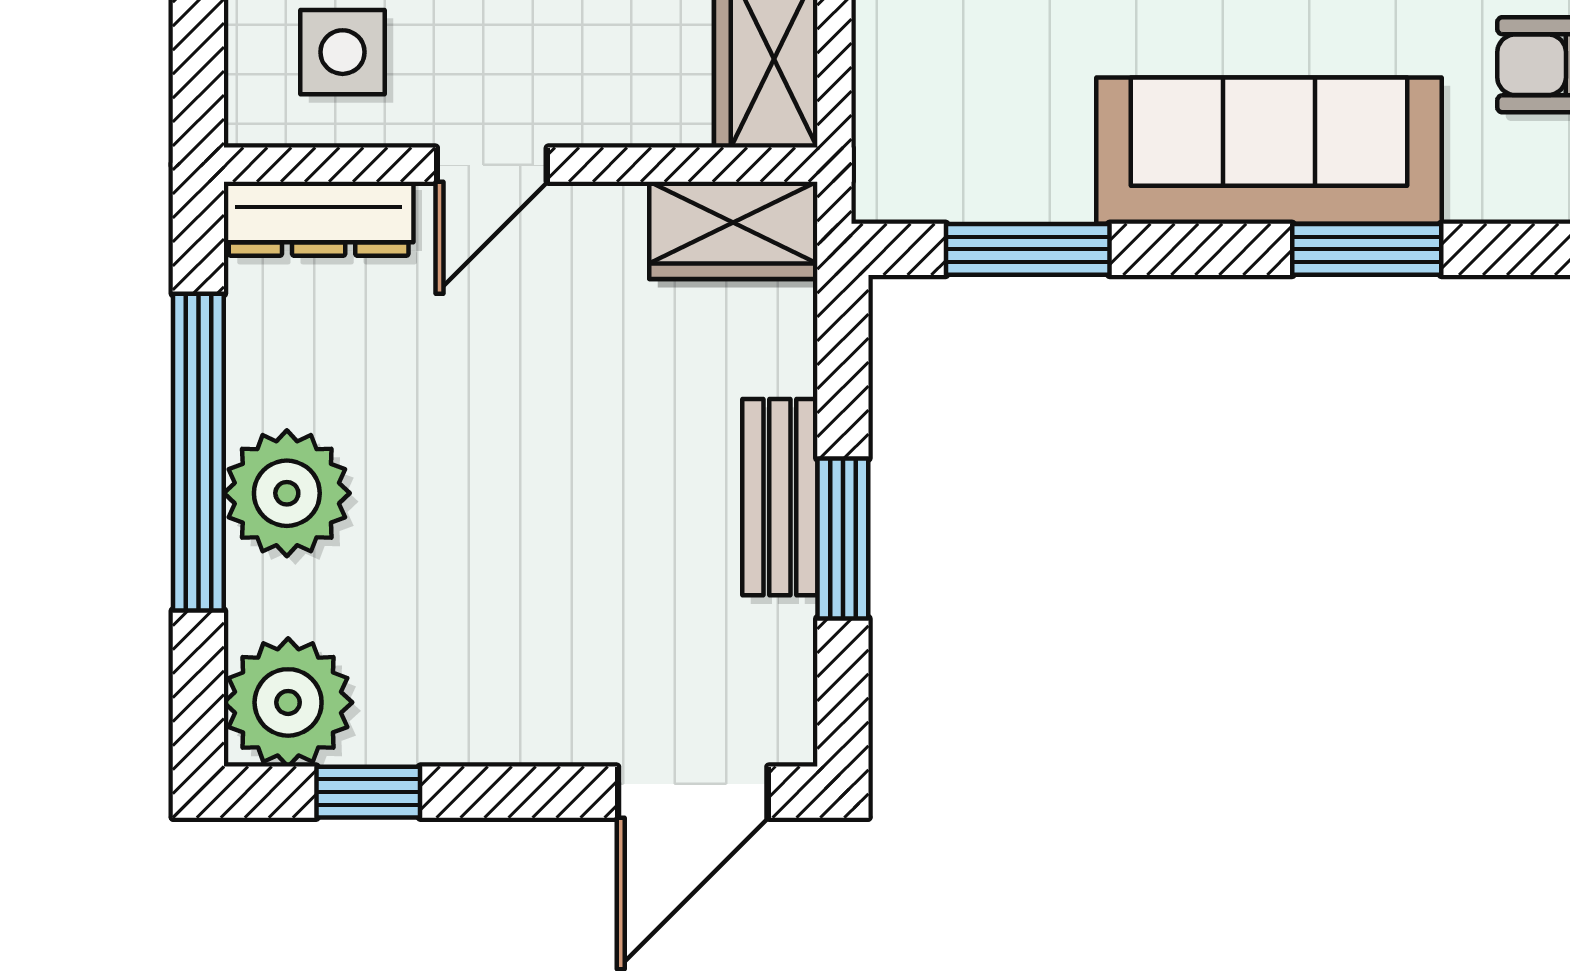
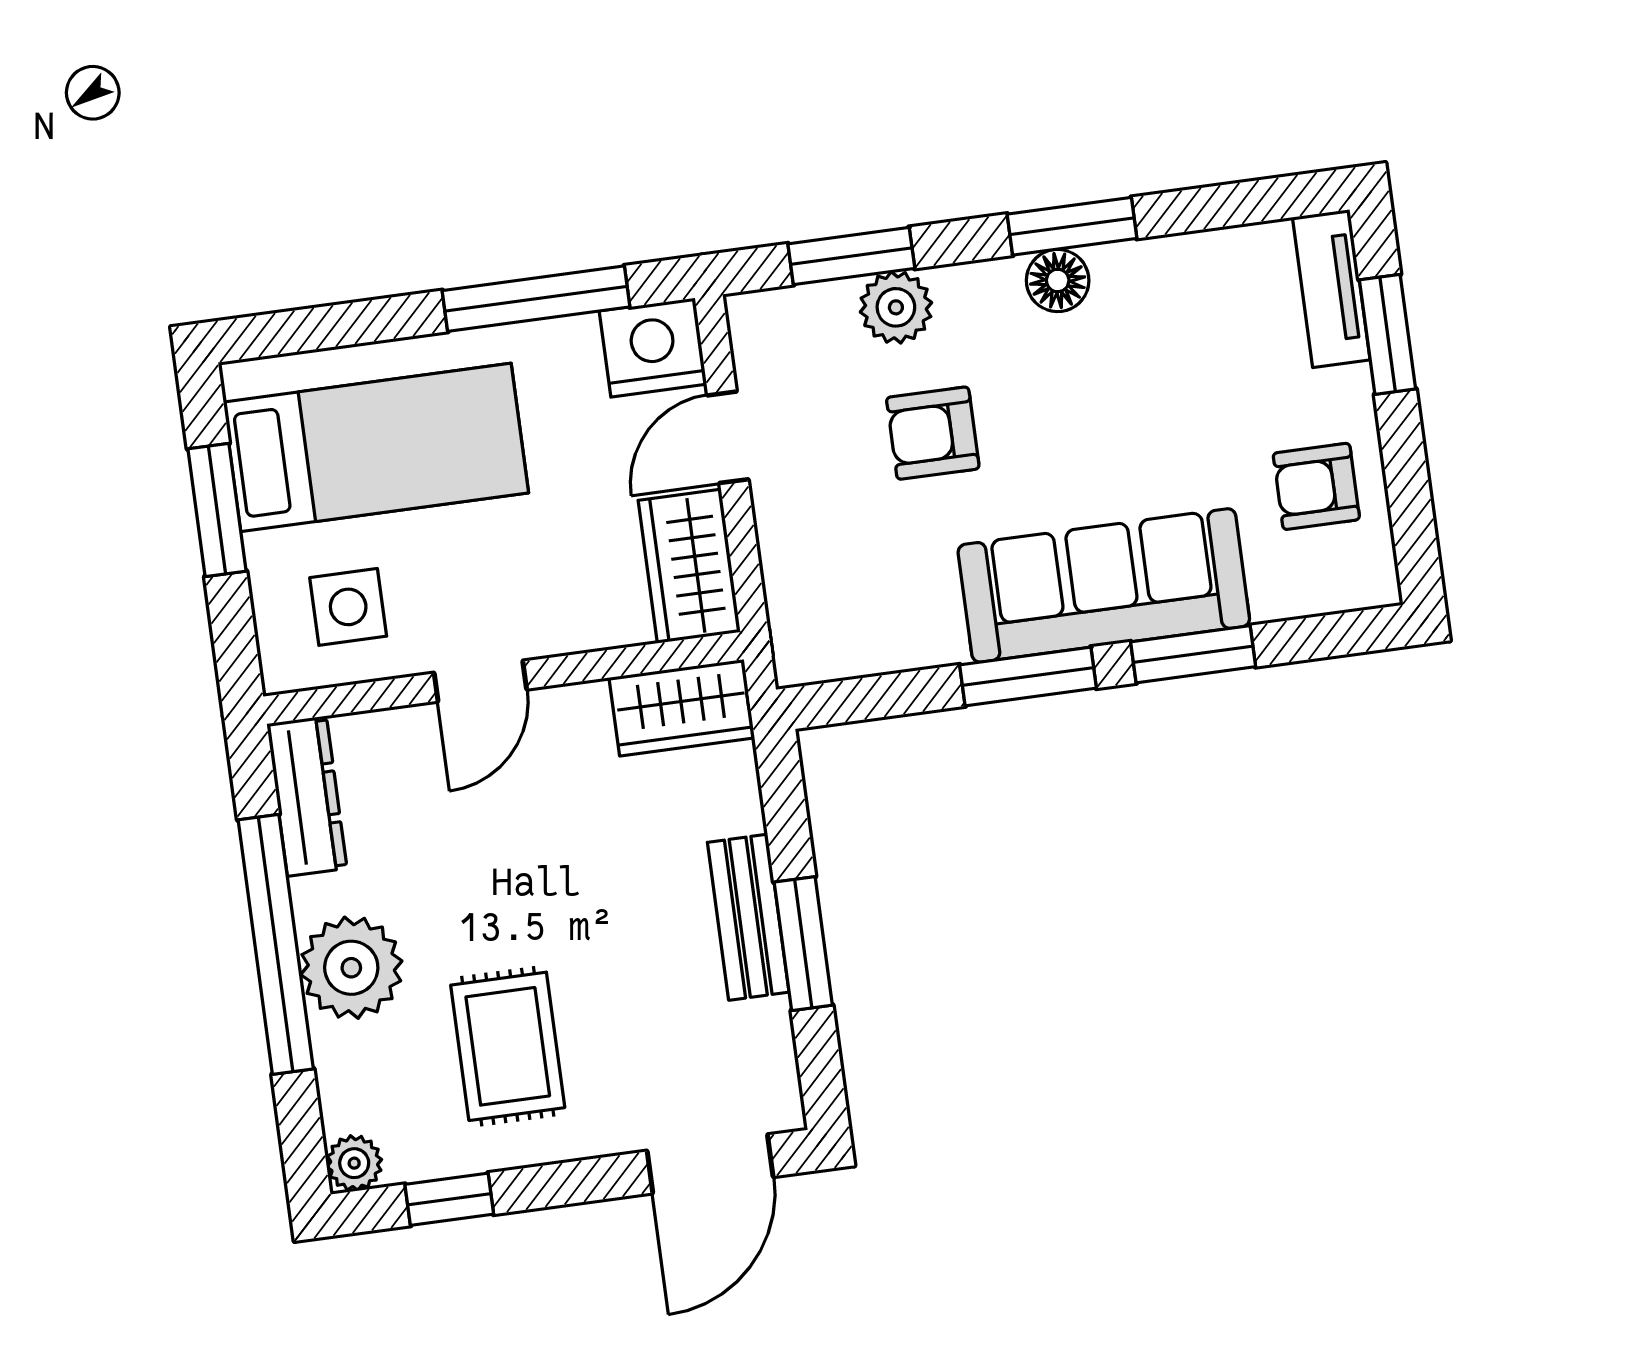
dresser: (319, 219) -> (307, 796), moved, turned -90
window: (1028, 249) -> (1028, 677), moved
rug: (465, 615) -> (508, 1046), added
plant: (288, 702) -> (354, 1163), width x0.53, depth x0.53

